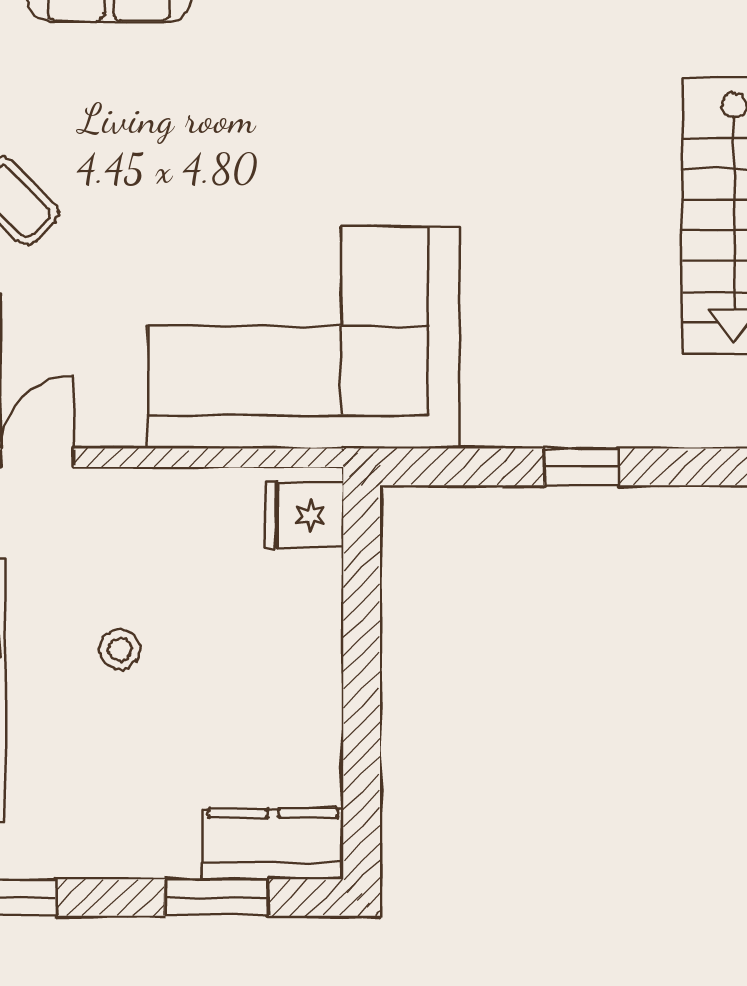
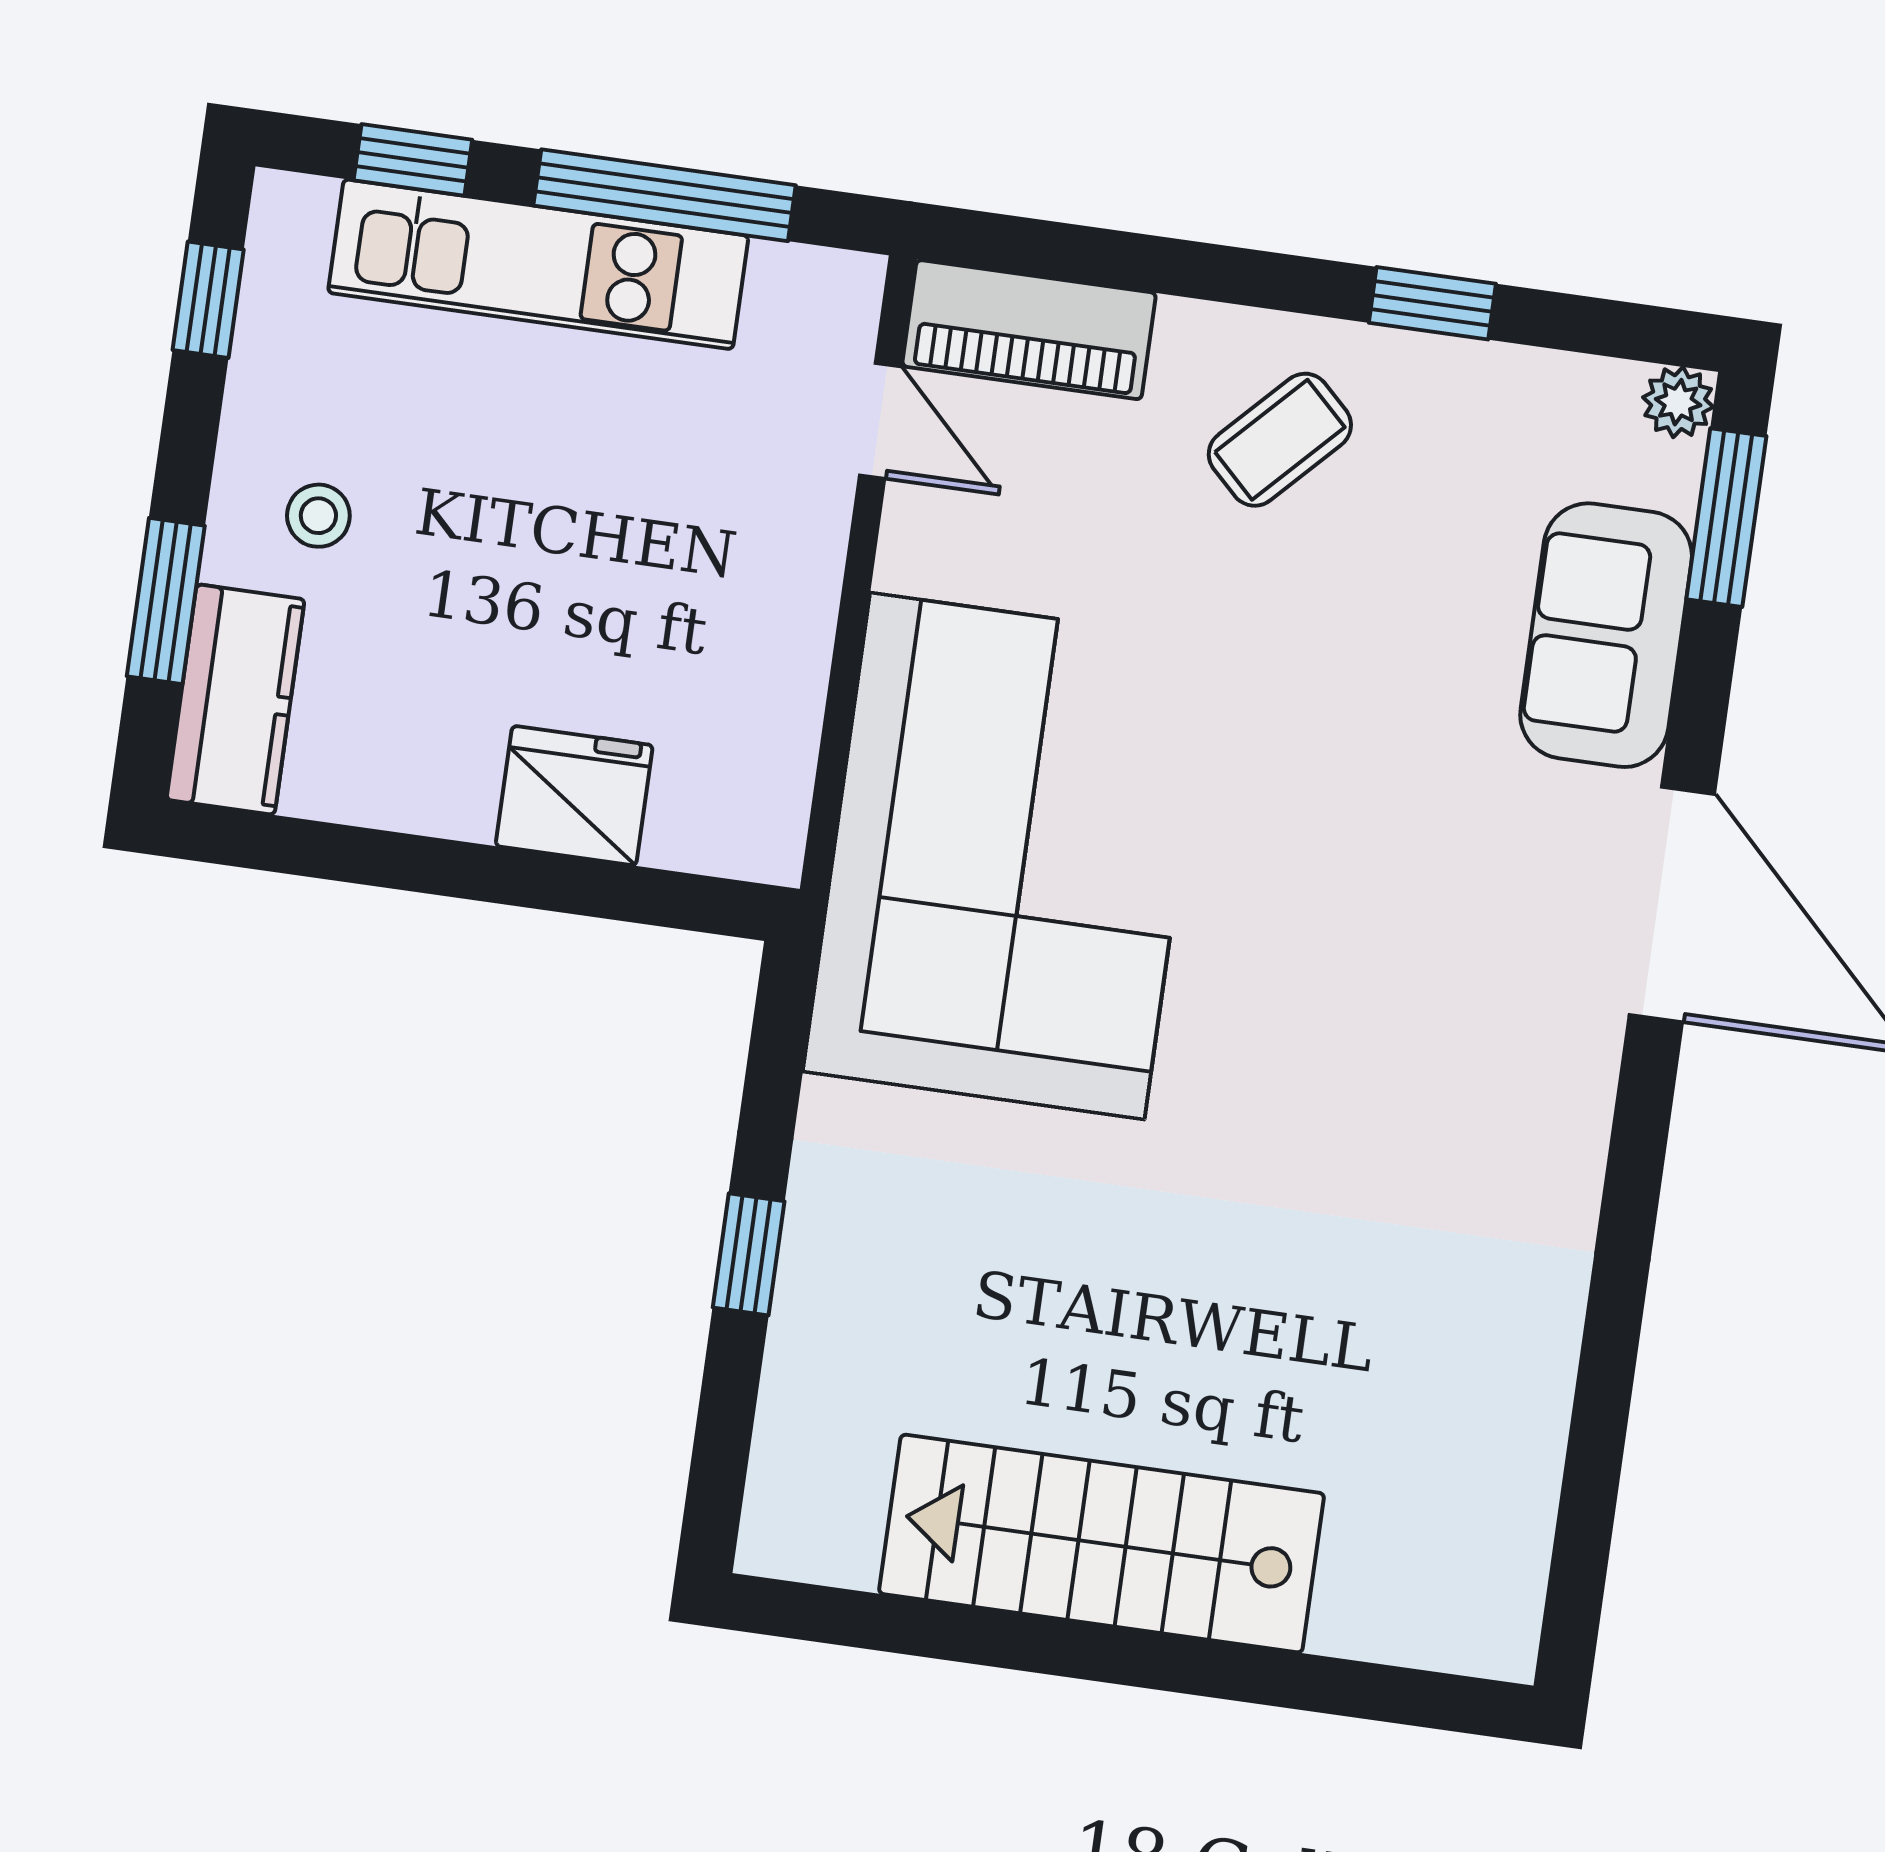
fridge: (304, 515) -> (574, 796), moved, width x1.38
stool: (120, 649) -> (318, 516), moved

